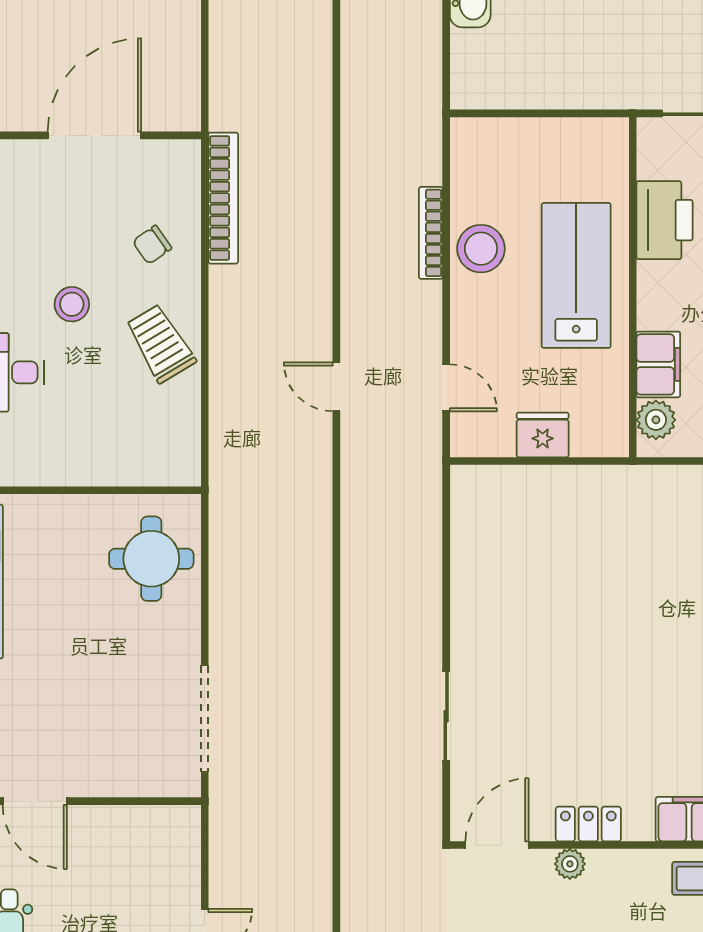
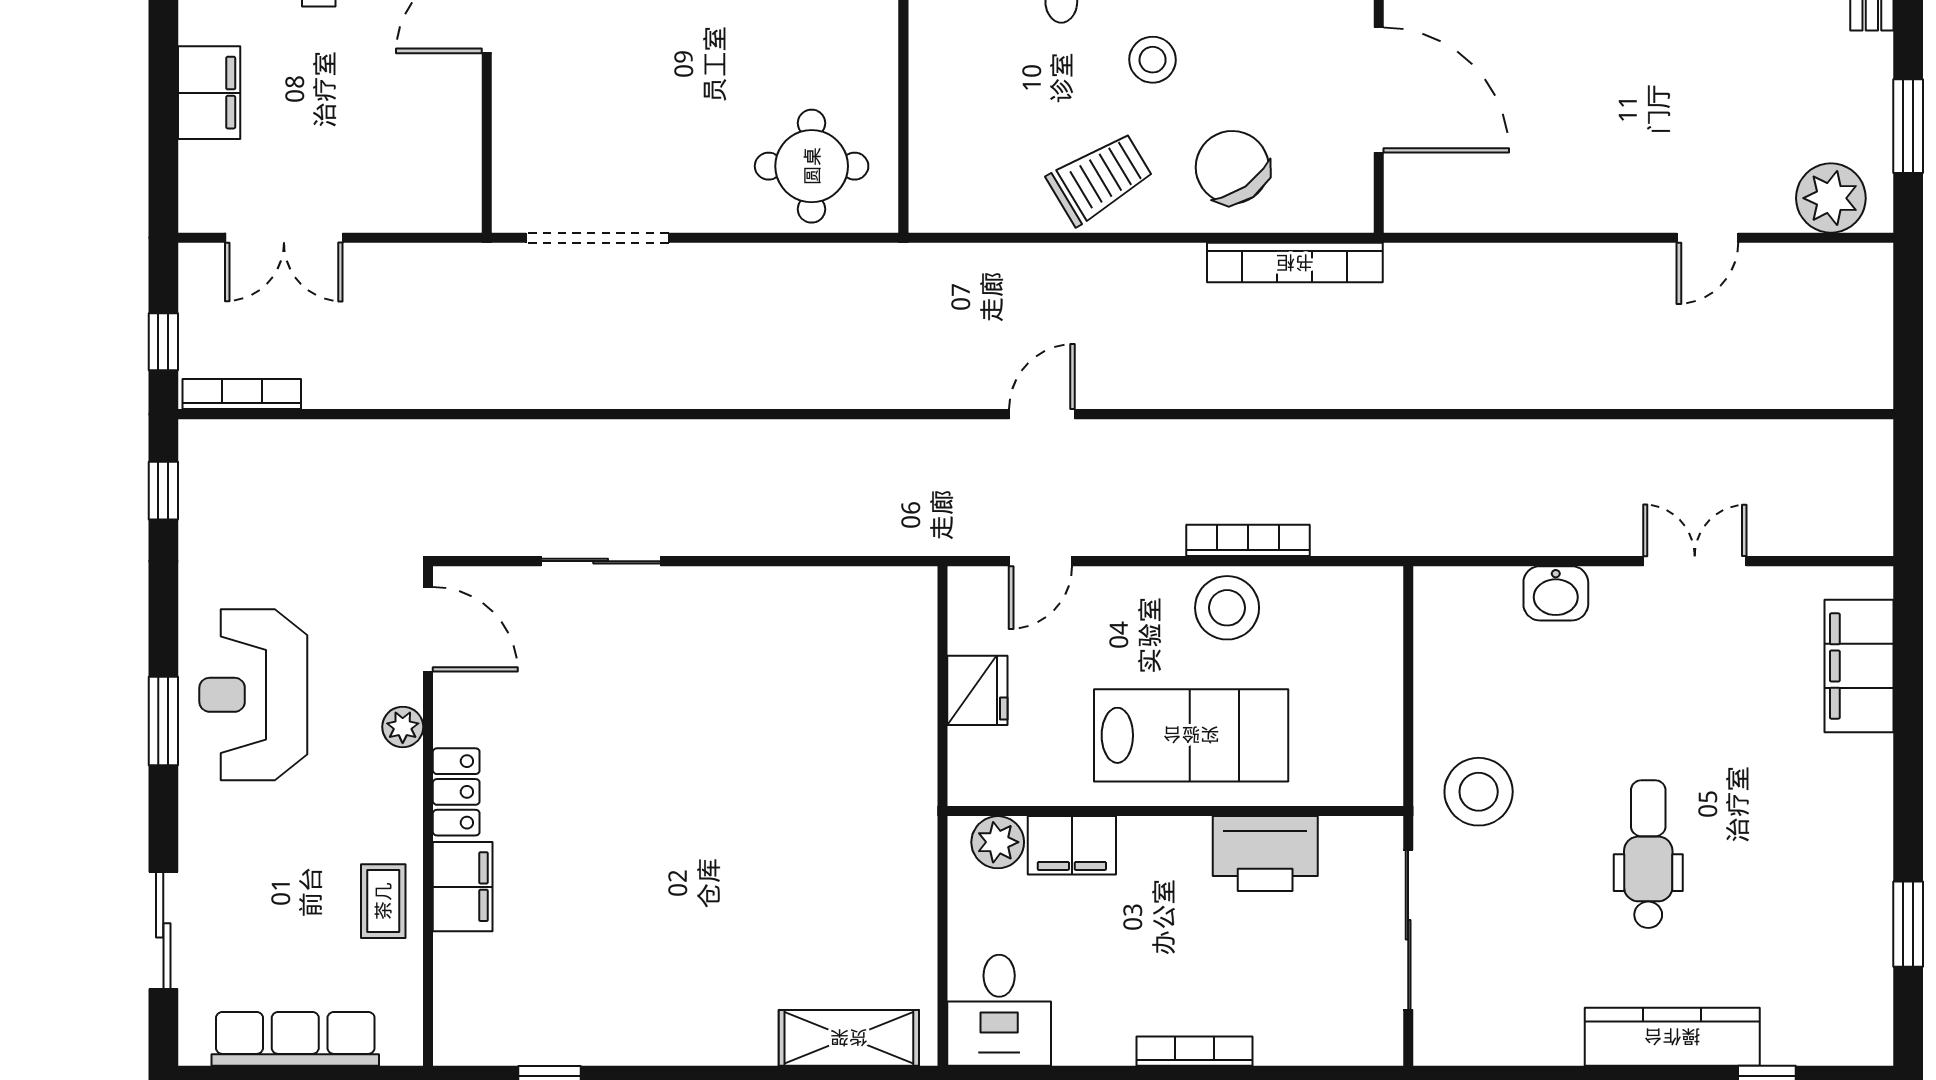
stool: (618, 61) -> (1479, 792), added
chair: (152, 245) -> (1232, 167), width x1.87, depth x1.87
locker: (588, 824) -> (456, 792), moved

